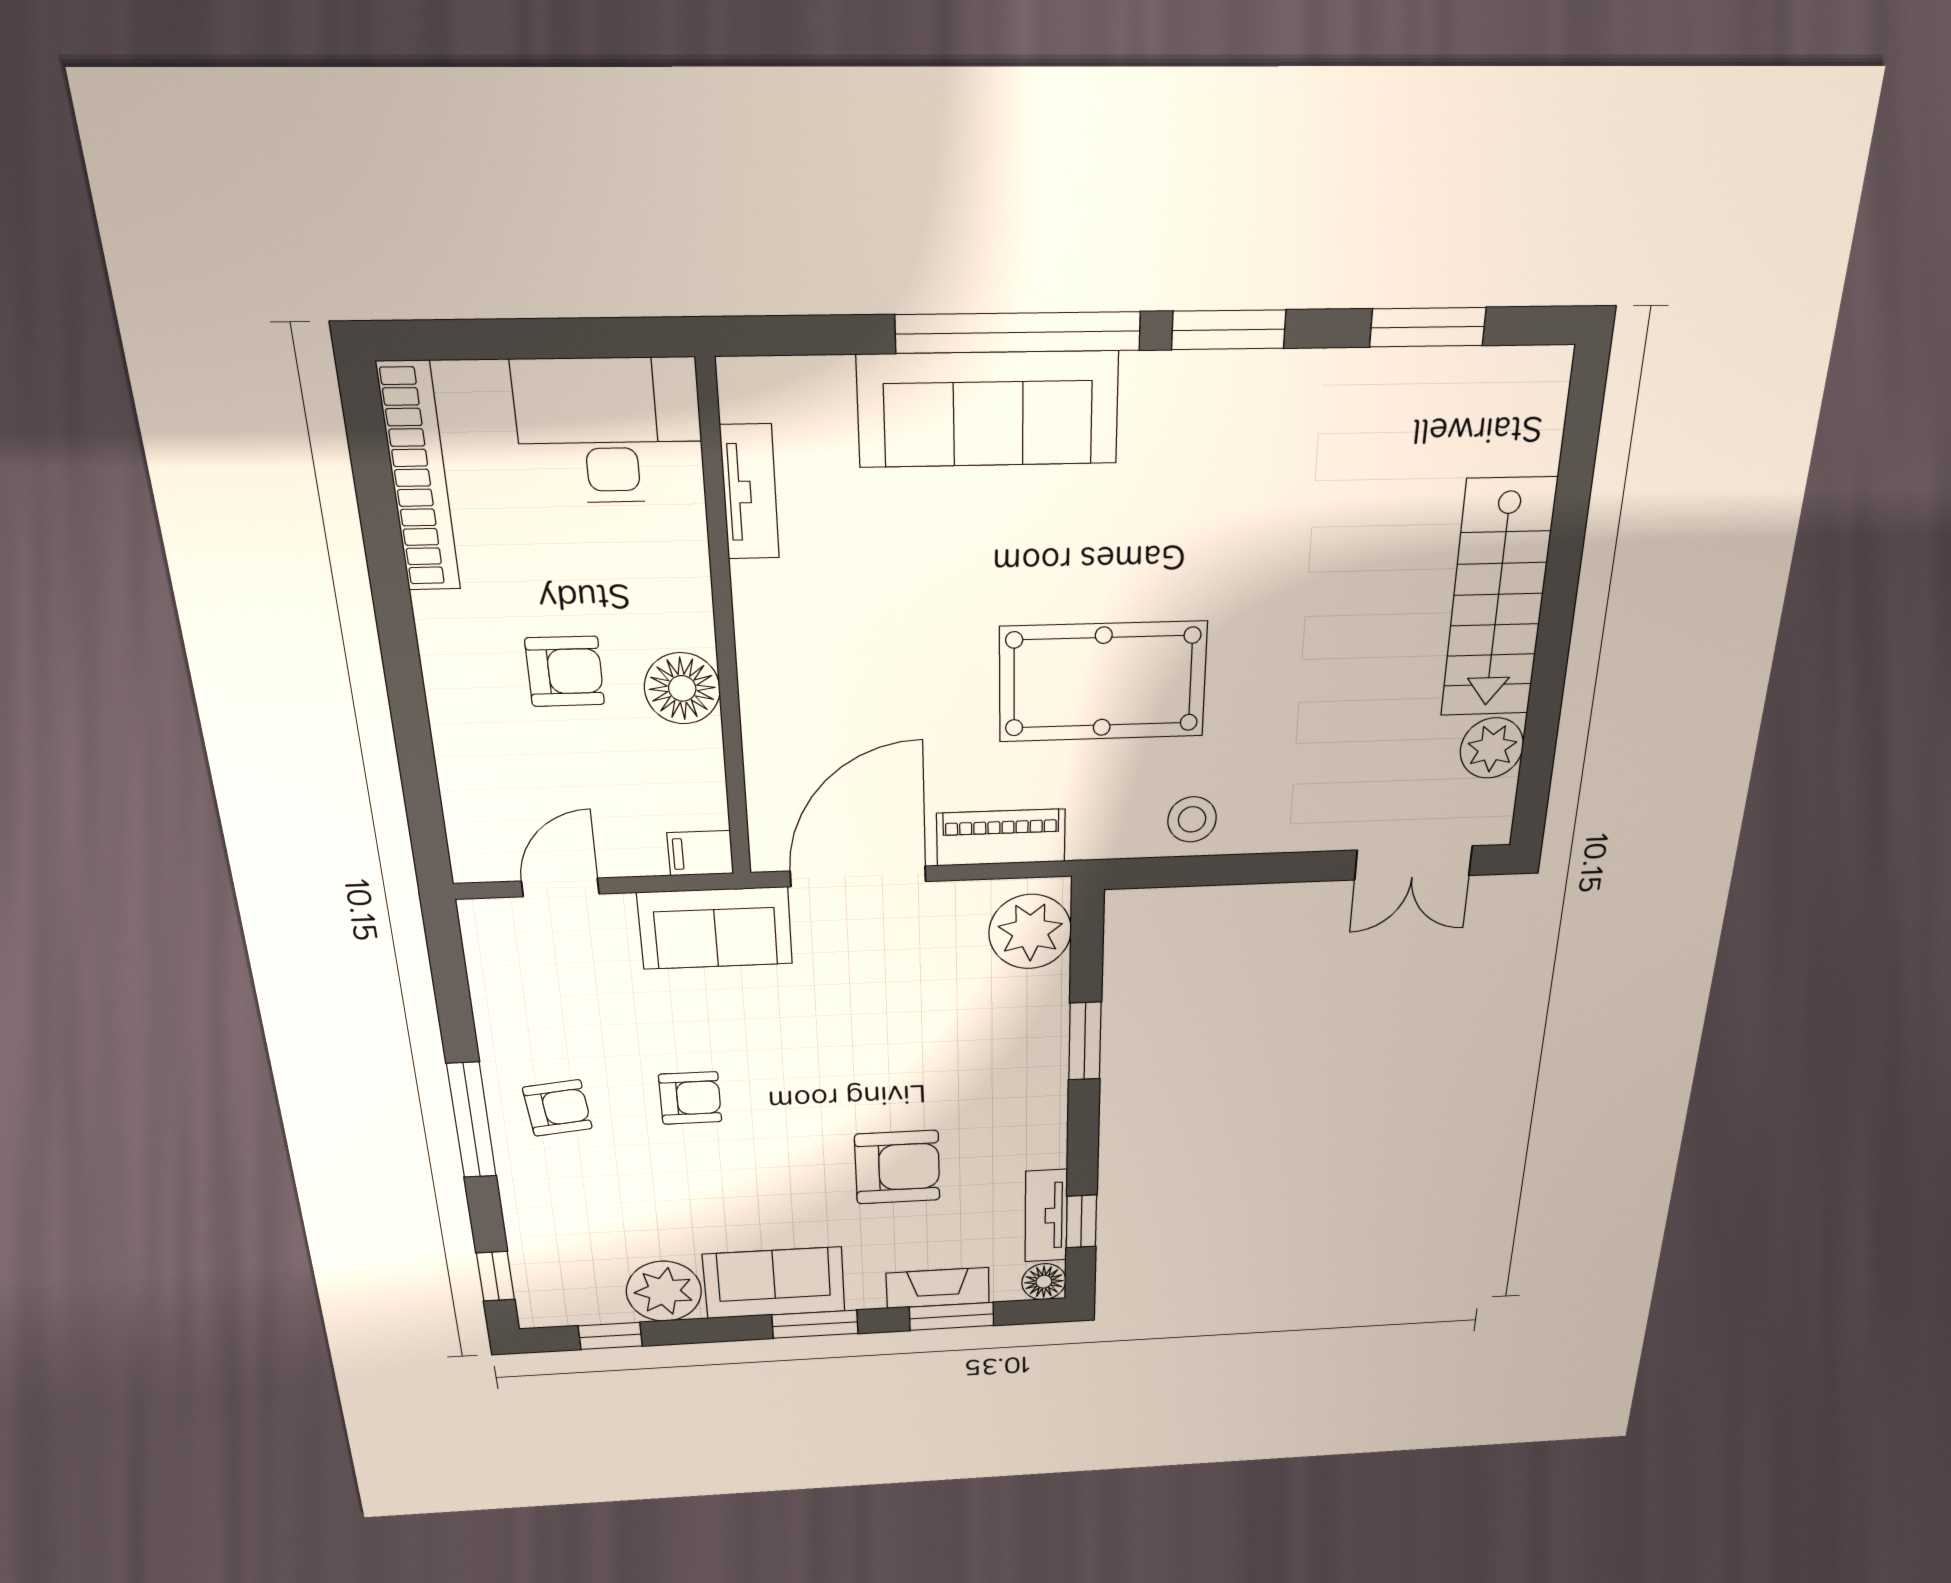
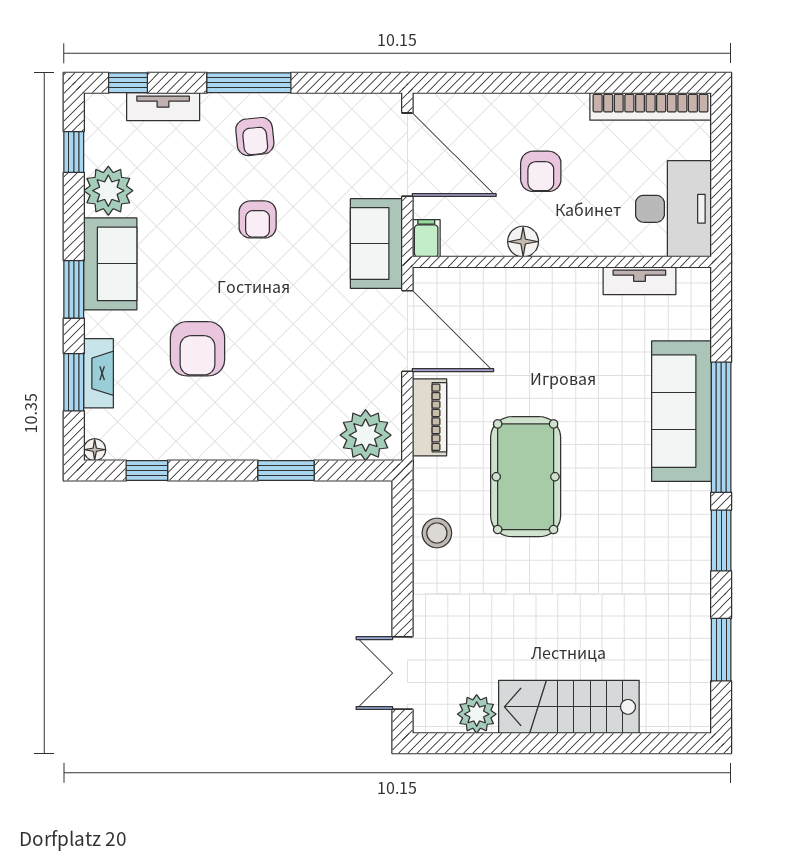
floor lamp: (682, 688) -> (523, 242), width x0.73, depth x0.73
door: (560, 887) -> (407, 155), width x1.88
tv unit: (1046, 1216) -> (163, 107), moved, turned 180
floor lamp: (1044, 1282) -> (95, 450), width x0.73, depth x0.73

